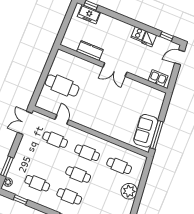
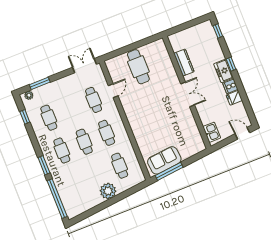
freezer: (89, 14) -> (224, 71), moved
window: (167, 36) -> (231, 64), moved
double door: (115, 70) -> (188, 94), swing flipped

